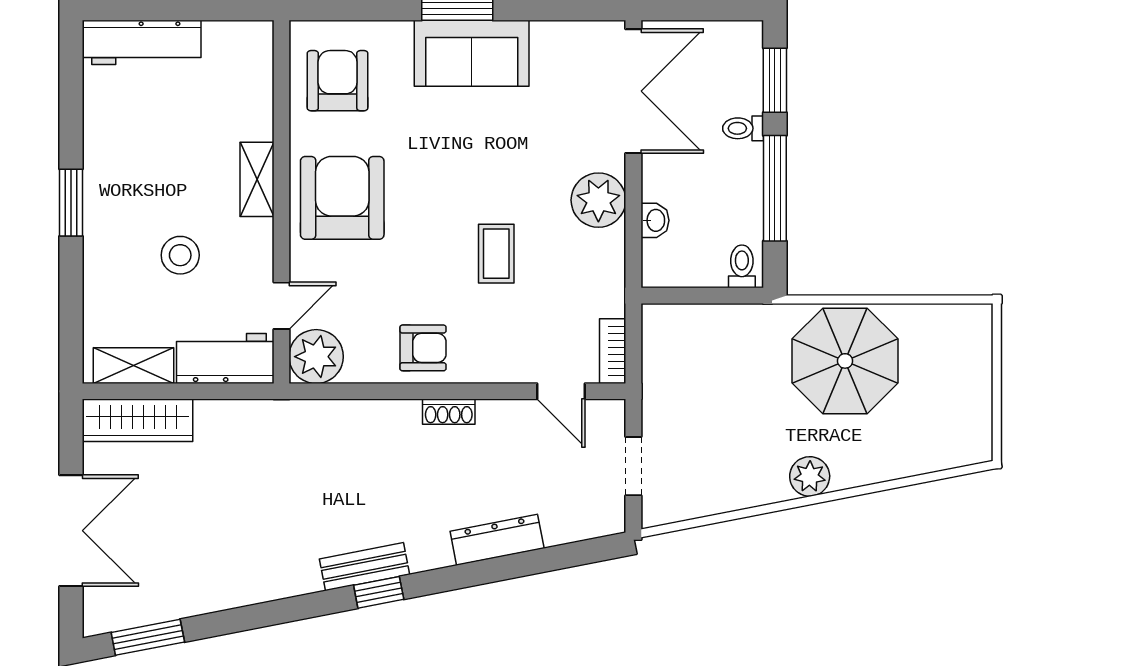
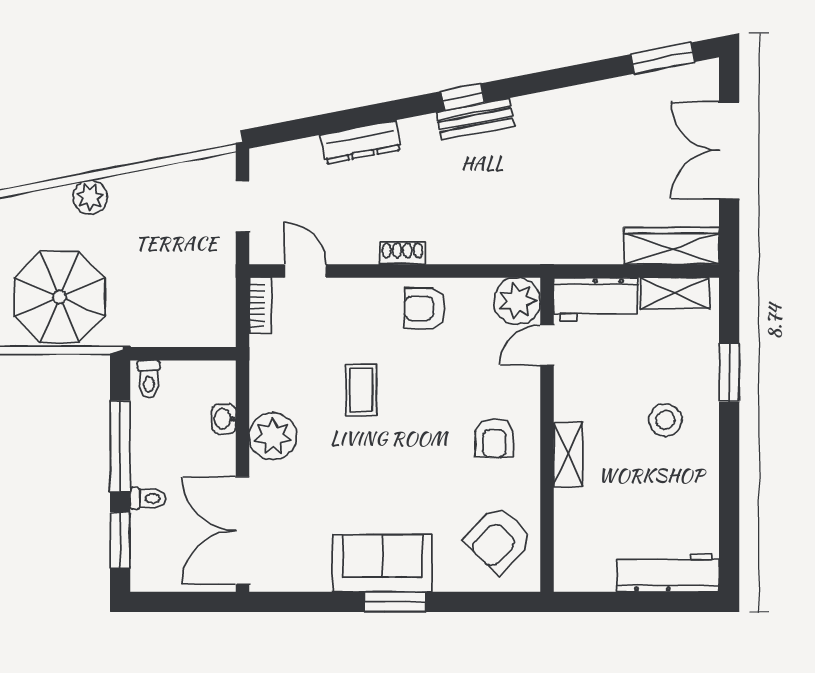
armchair: (338, 81) -> (499, 540), turned 44
armchair: (342, 198) -> (494, 438), width x0.53, depth x0.53
window: (71, 203) -> (729, 373), moved
stool: (180, 255) -> (665, 420), moved

